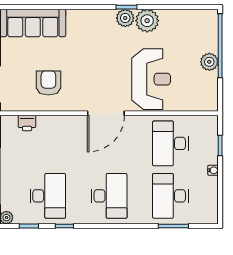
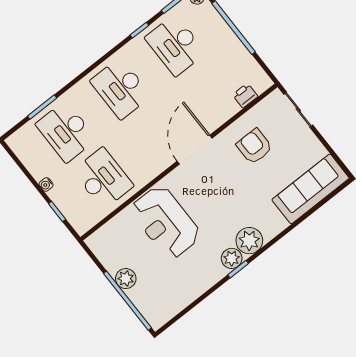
plant: (147, 21) -> (249, 241), moved
armchair: (48, 83) -> (254, 146), turned 180
door: (106, 113) -> (195, 150), moved
desk: (170, 196) -> (66, 132), turned 180

